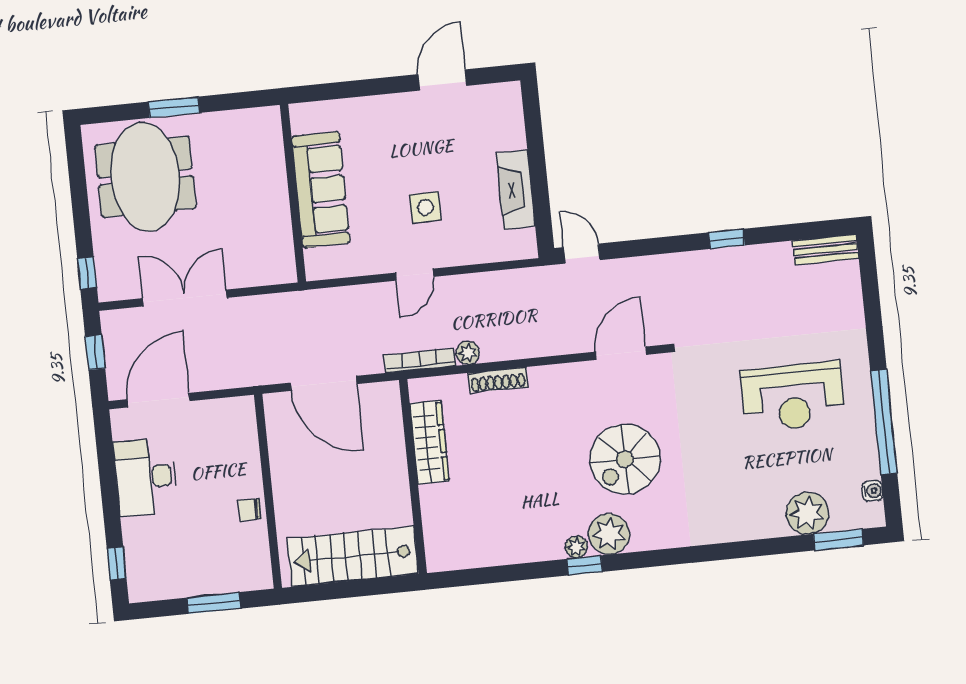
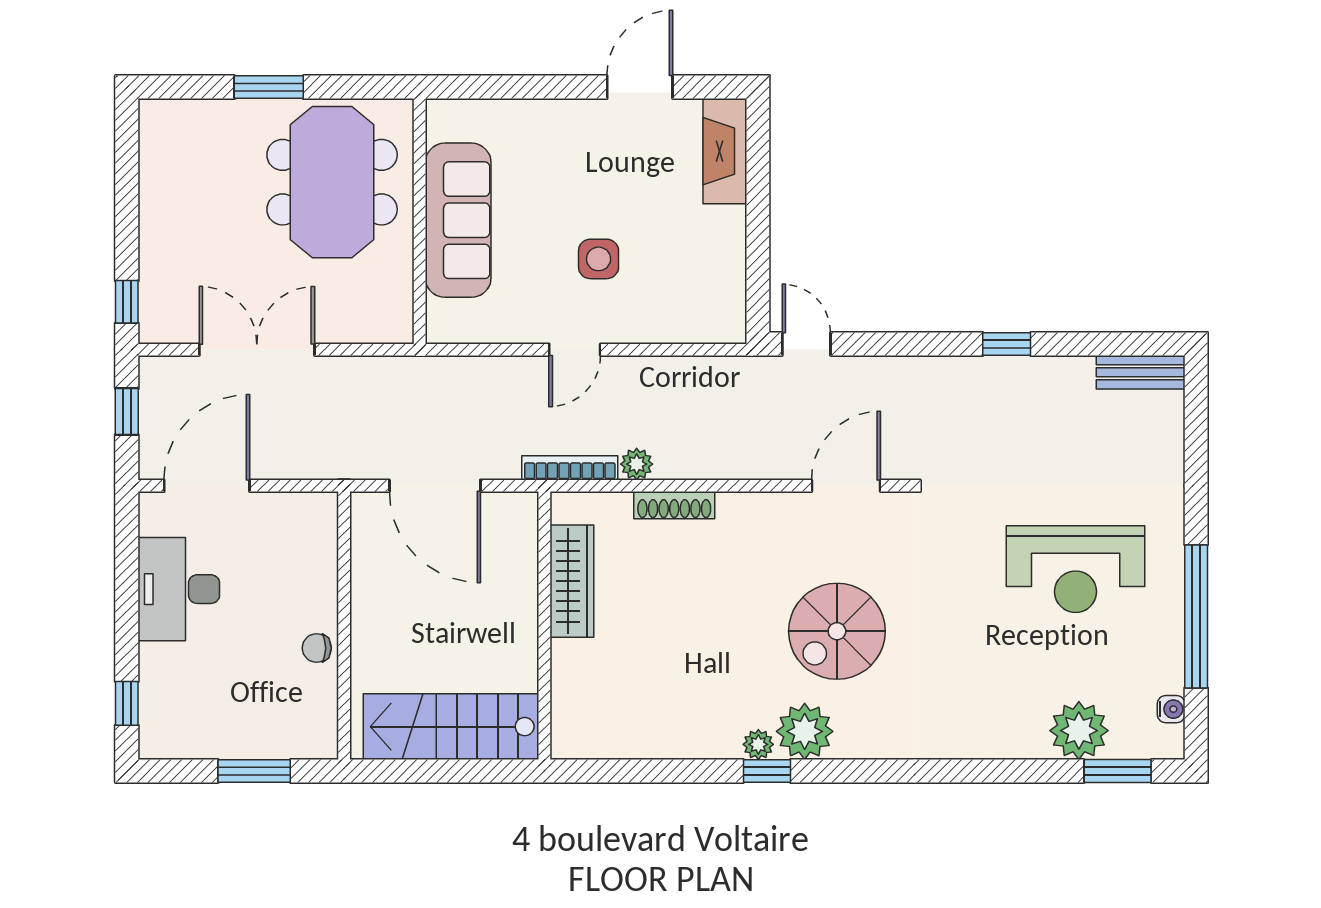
meeting table: (145, 177) -> (332, 182), moved
fireplace: (516, 190) -> (725, 151), moved

